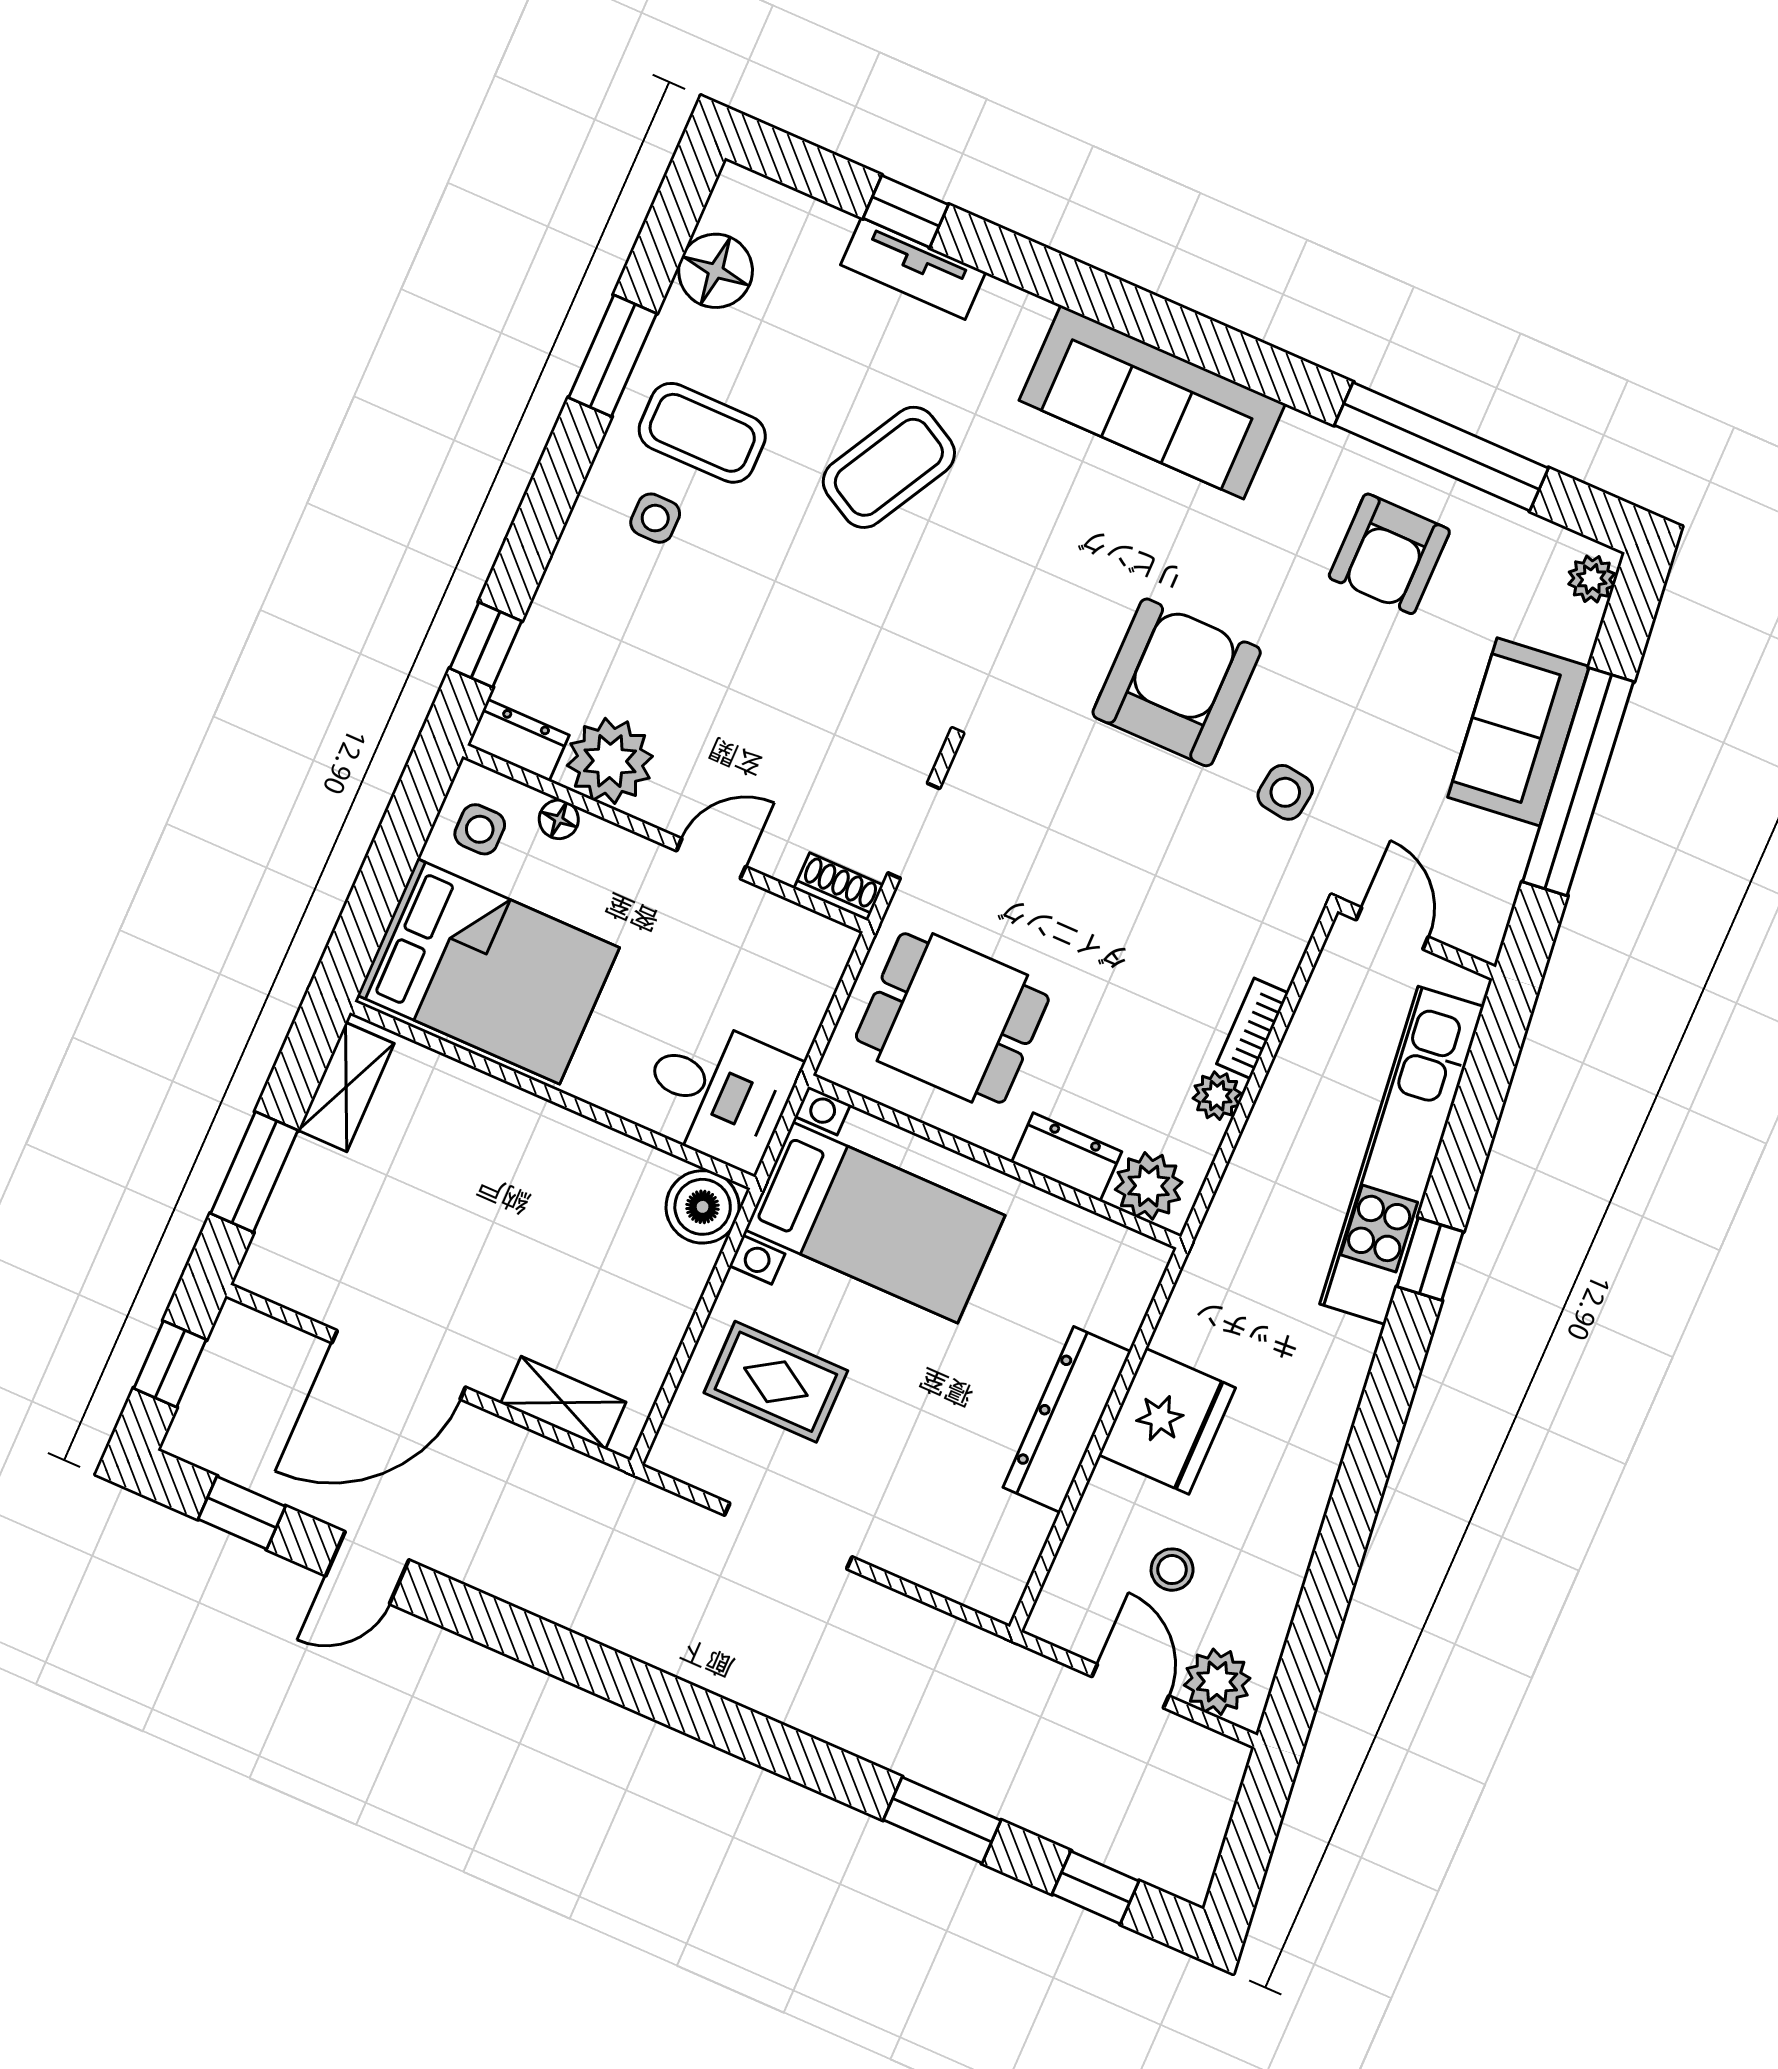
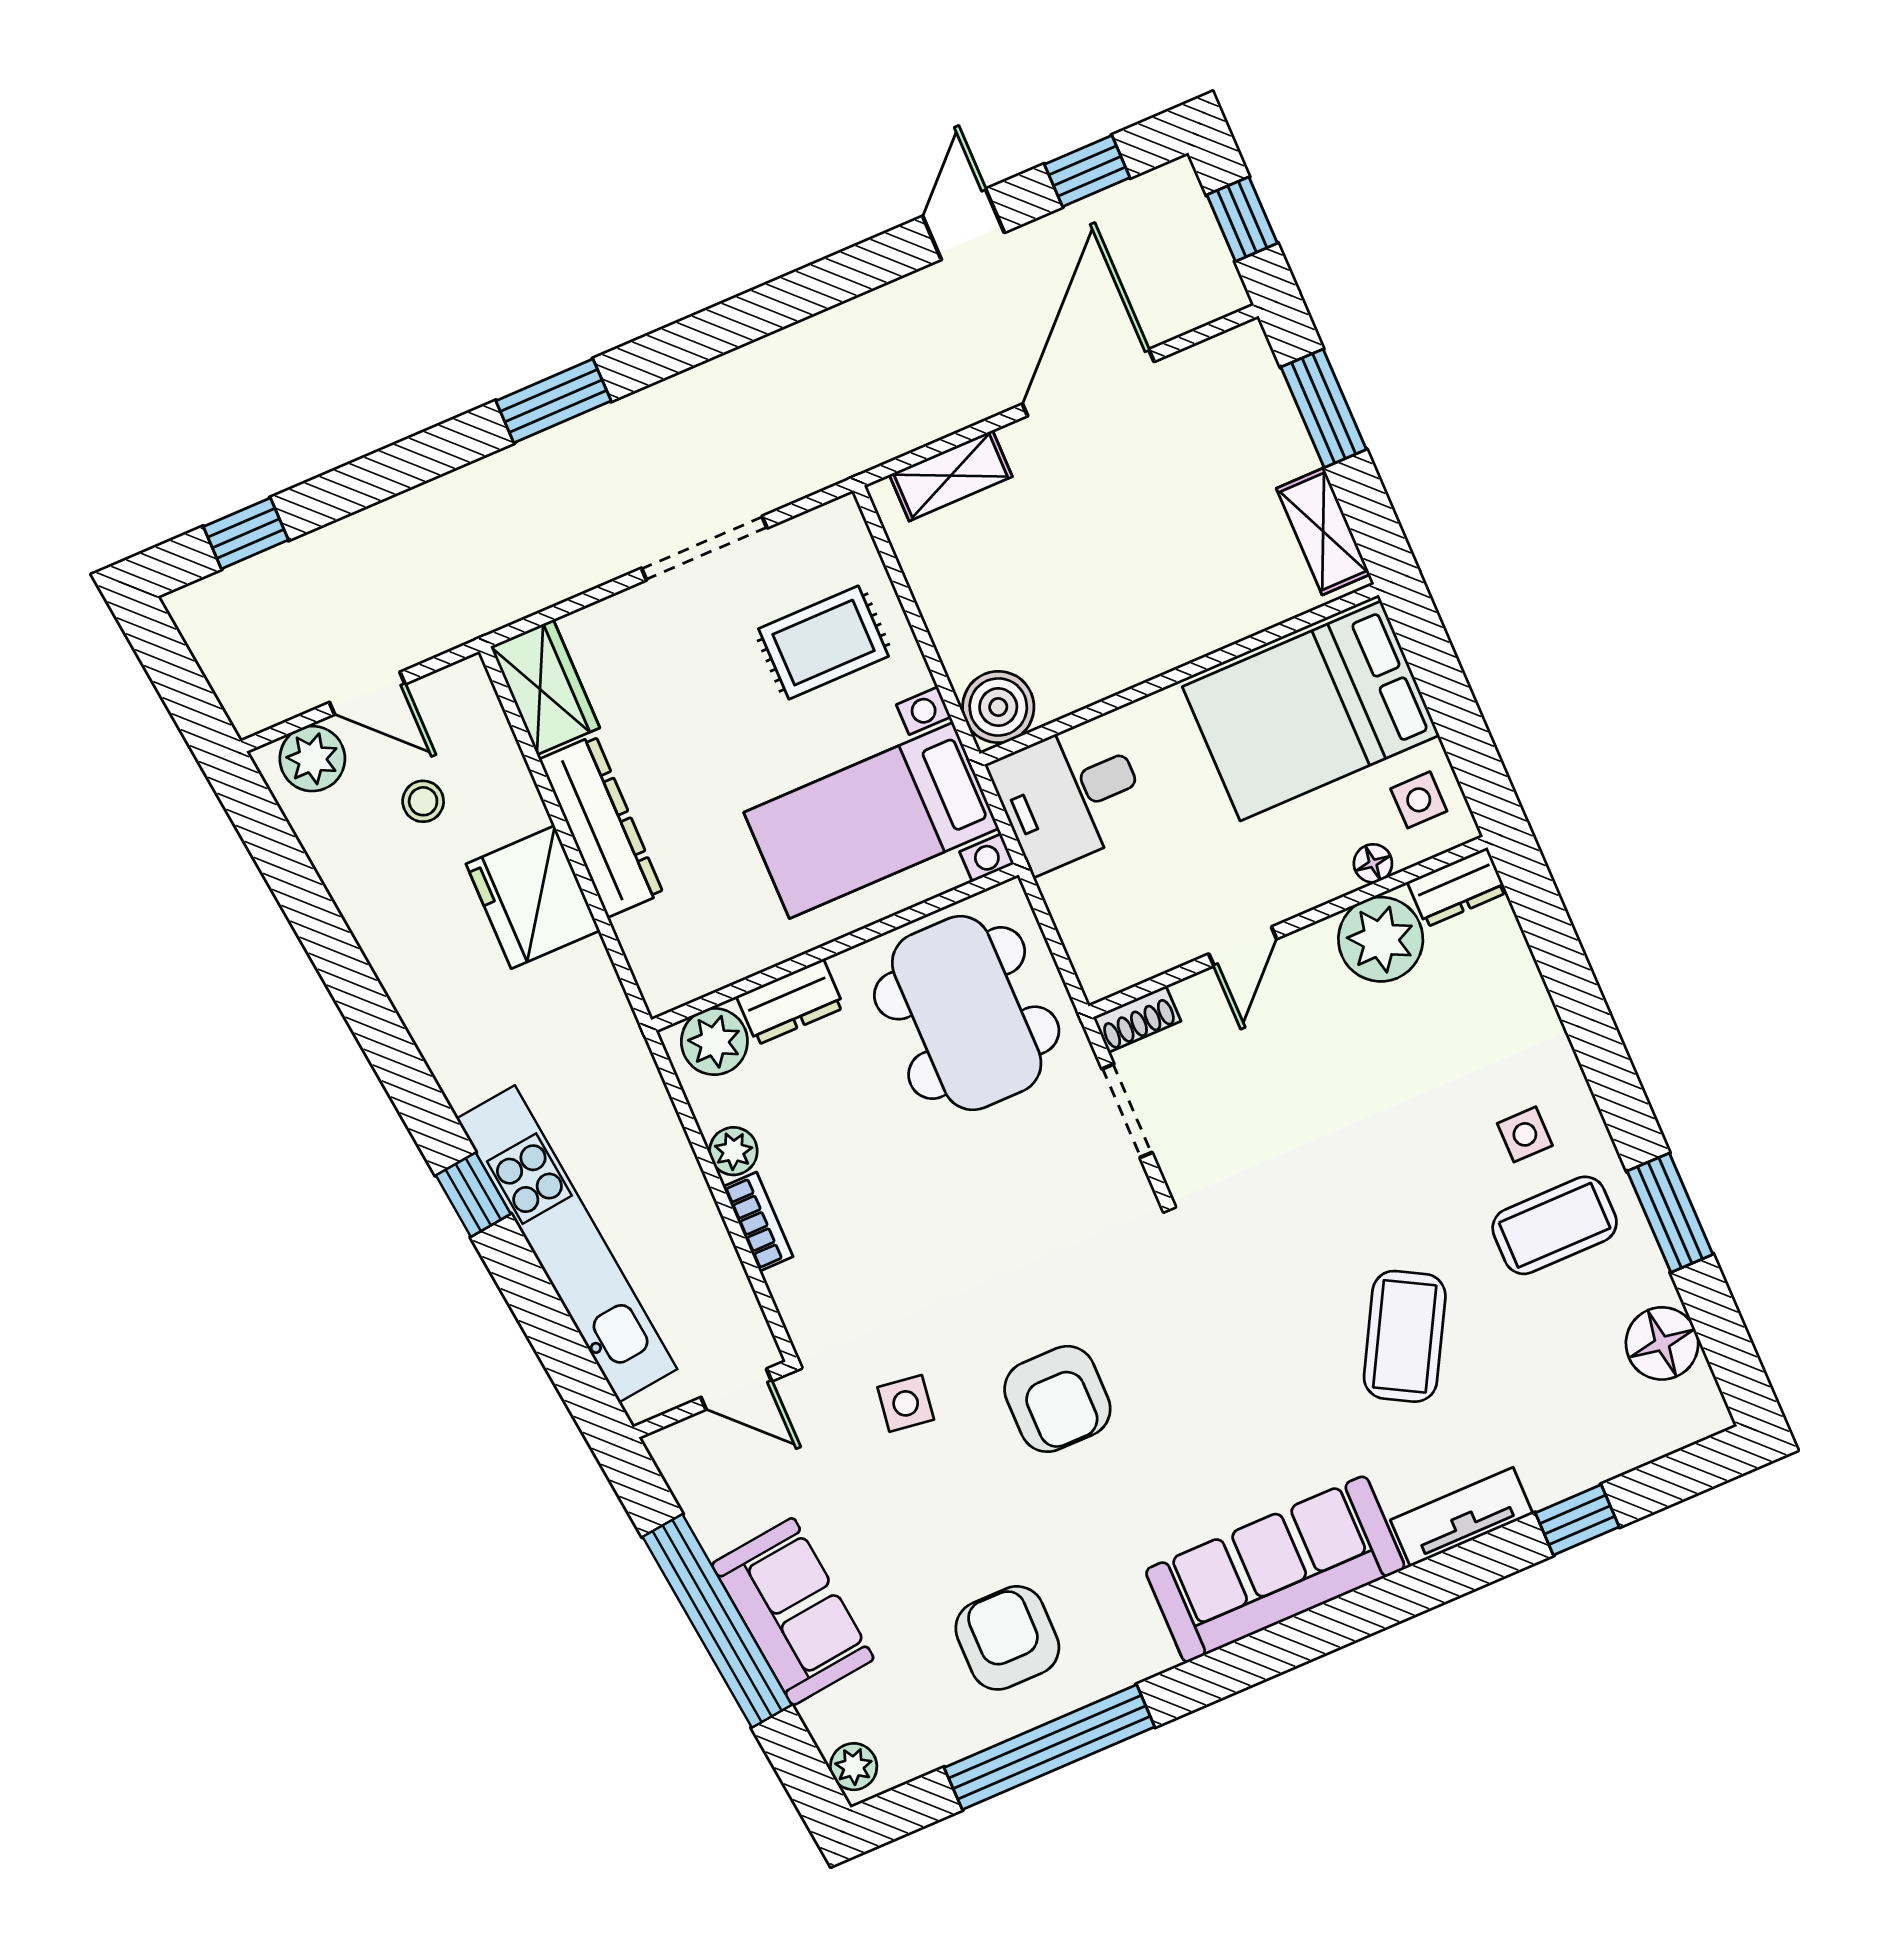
tv unit: (913, 269) -> (1462, 1517), moved
window: (486, 645) -> (1547, 928), removed
armchair: (1177, 682) -> (1057, 1399), width x0.73, depth x0.73
dining table: (952, 1018) -> (967, 1013), width x1.38
wardrobe: (1002, 1558) -> (545, 687), added
window: (942, 1820) -> (553, 401), moved

